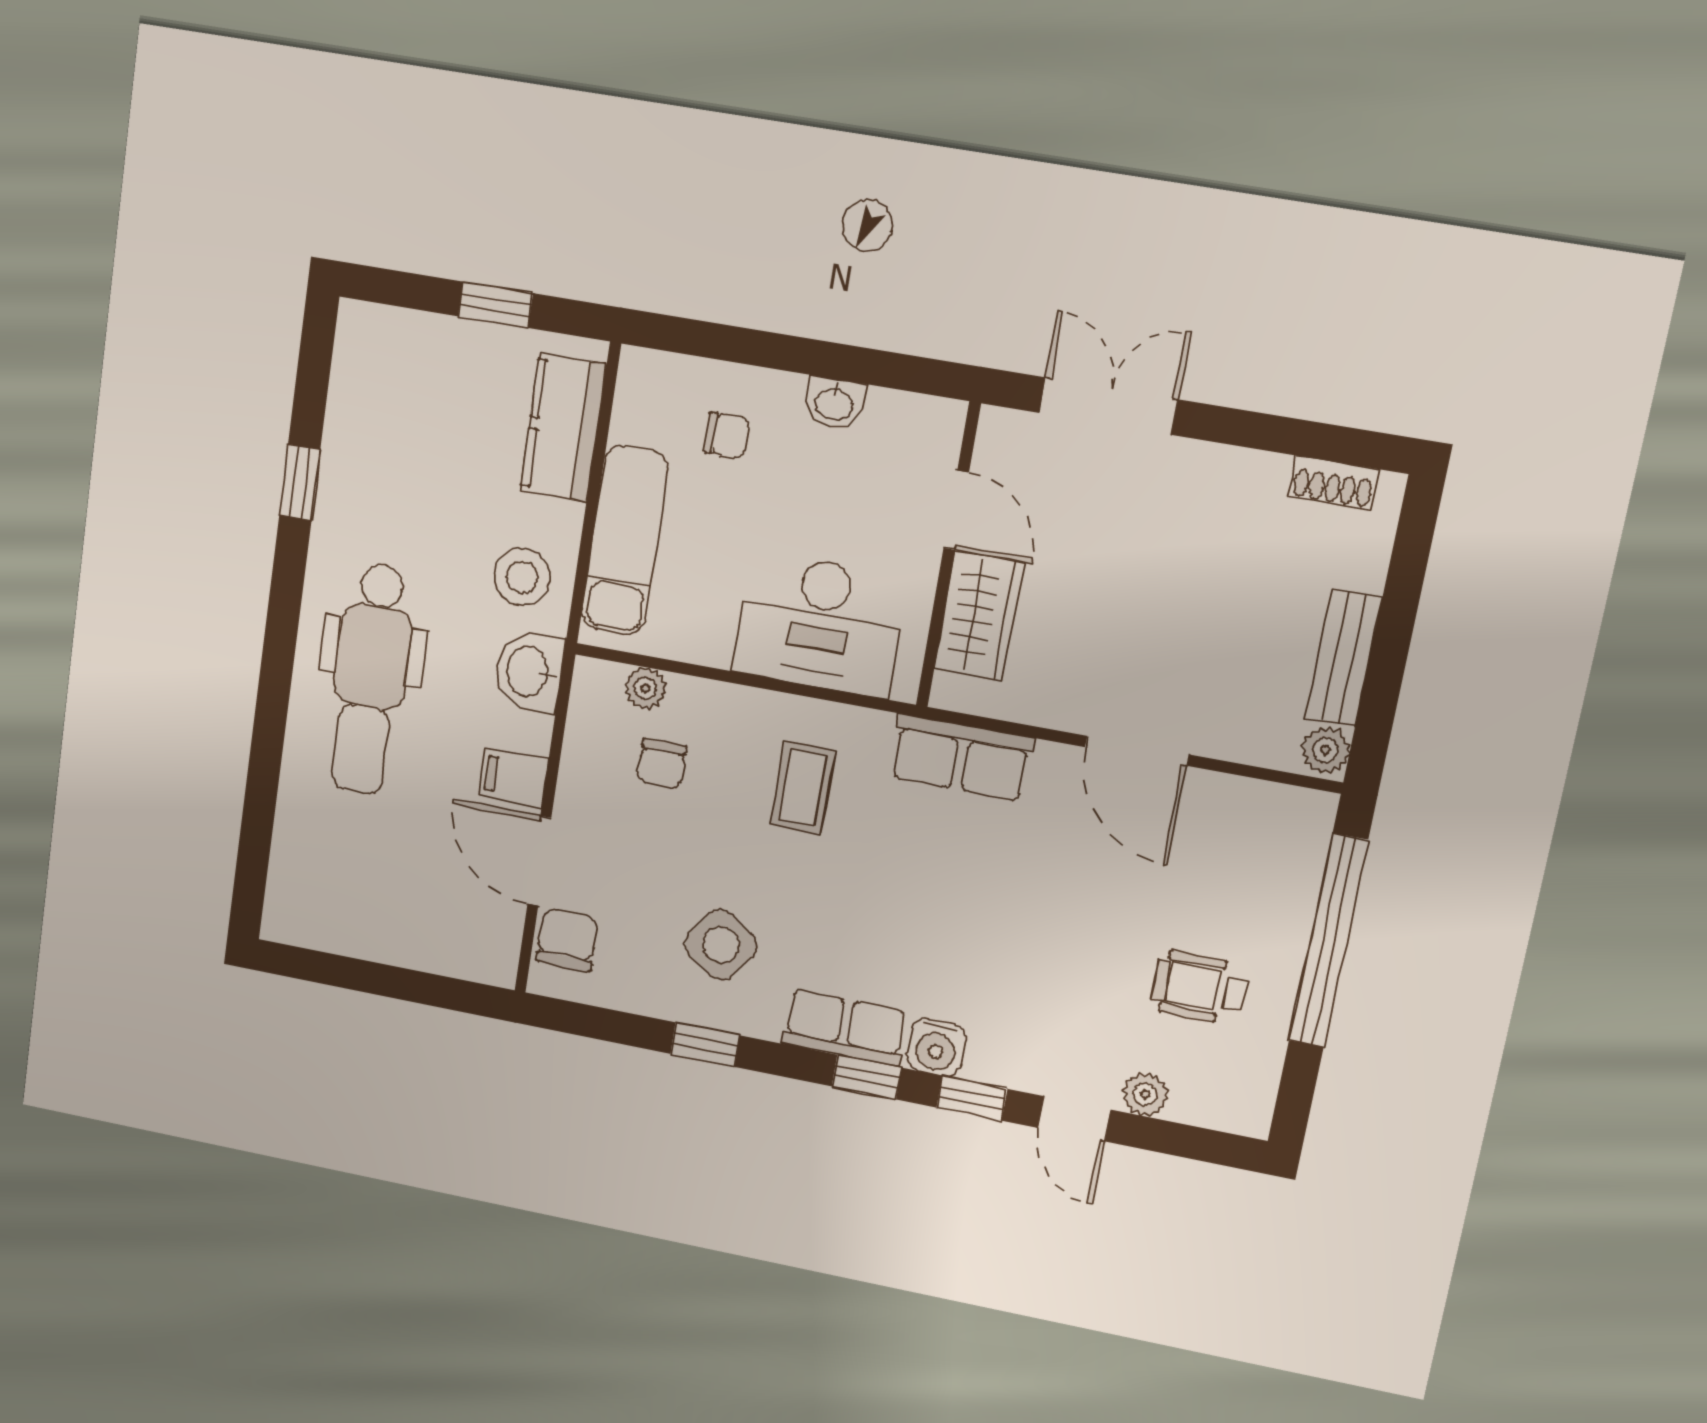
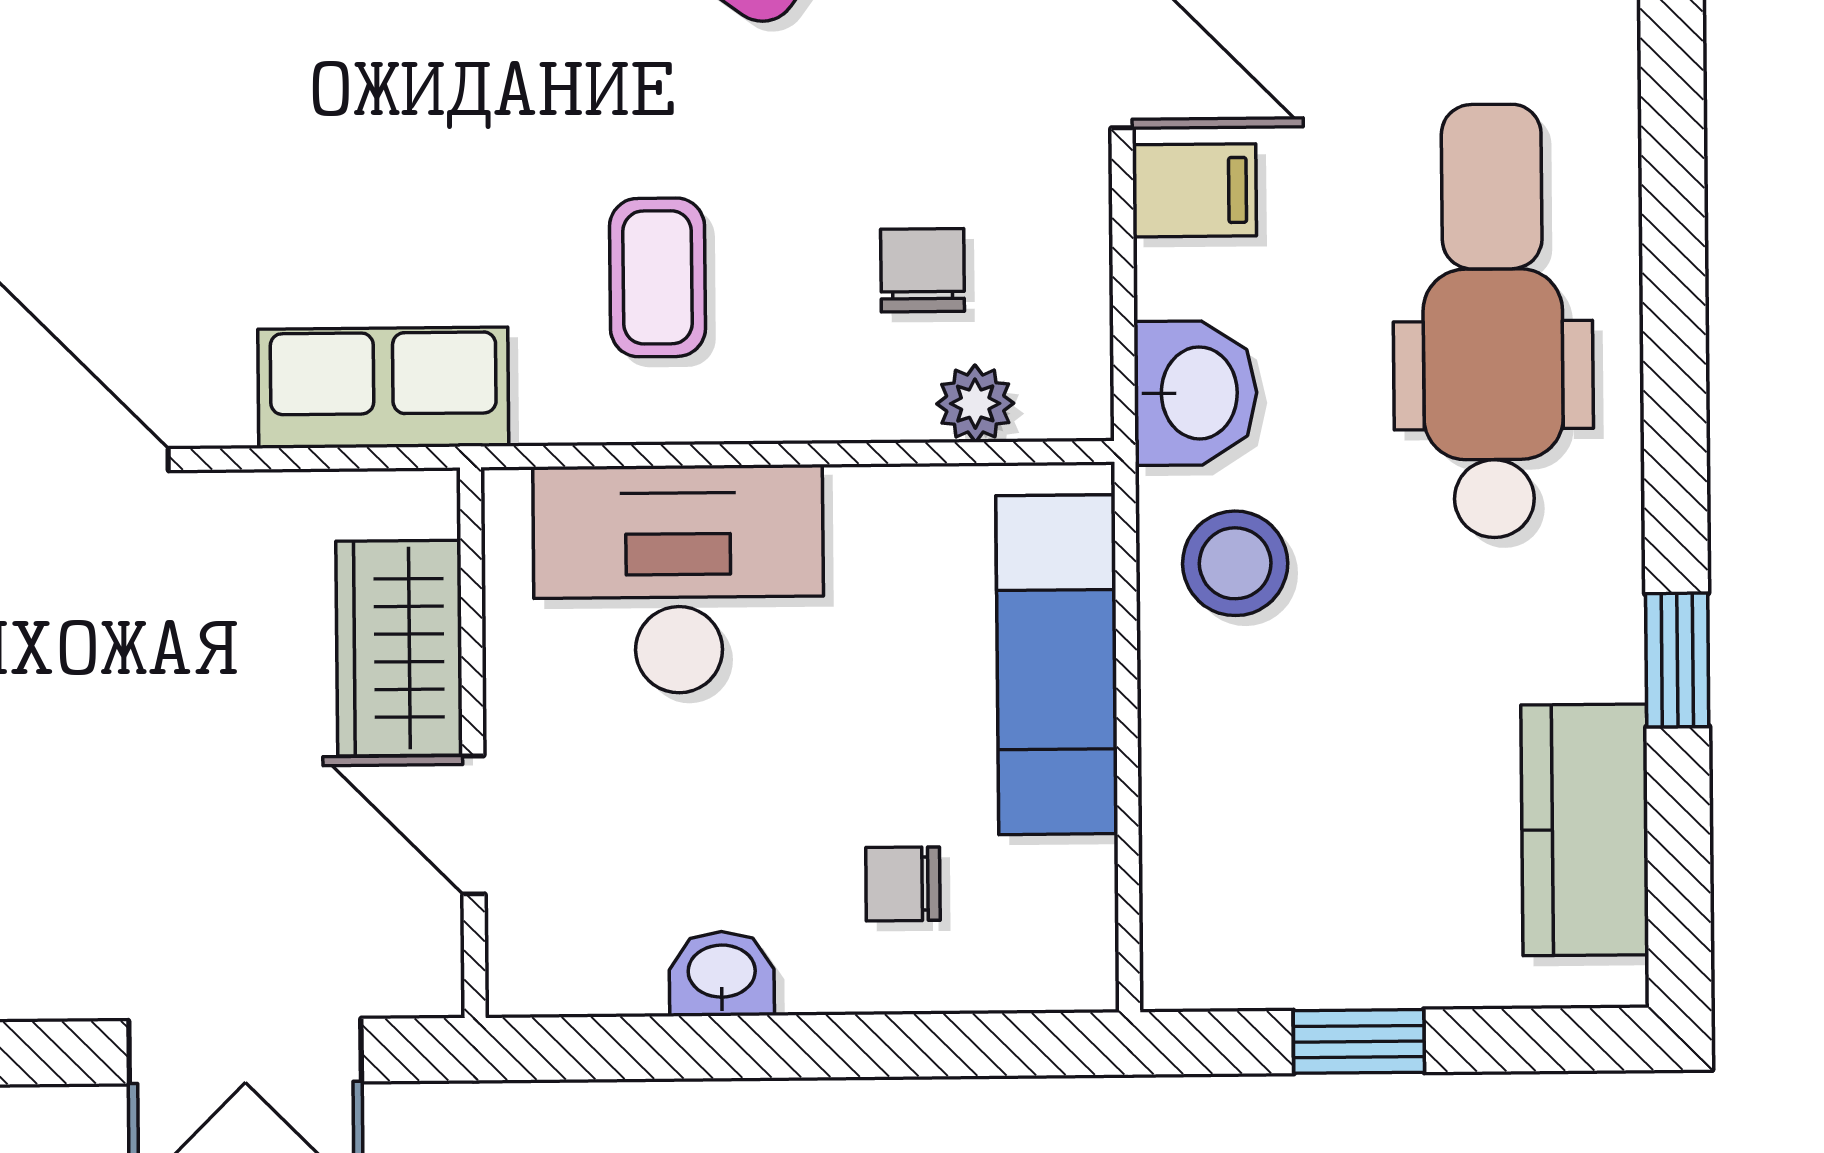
kitchen counter: (563, 428) -> (1585, 830), moved, turned 180

